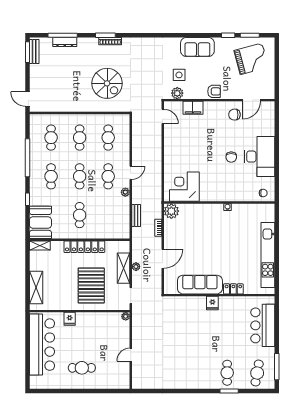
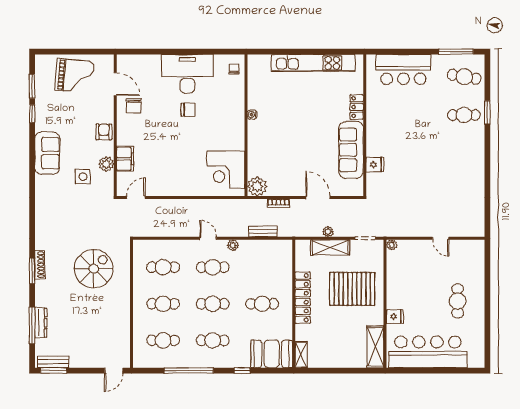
grand piano: (251, 59) -> (75, 76), moved, turned 110
plant: (177, 93) -> (106, 164), moved
shelving: (36, 288) -> (375, 347), moved, turned 90
fridge: (212, 303) -> (375, 165), moved

